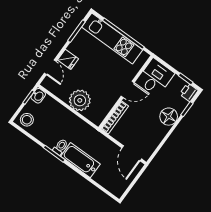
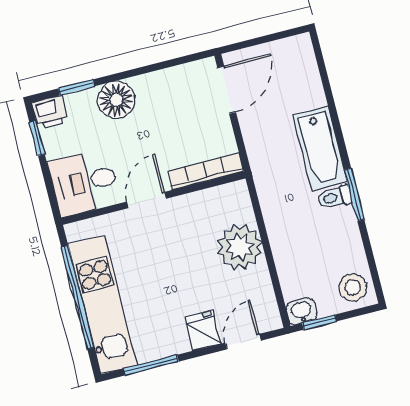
door: (128, 89) -> (146, 200), hinge flipped

